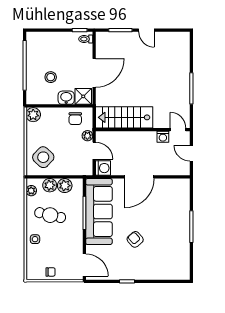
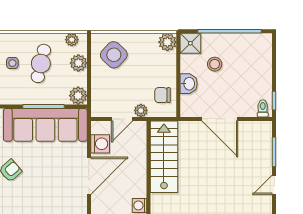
shower: (83, 96) -> (190, 43), moved
washing machine: (103, 168) -> (100, 144), moved, turned -90
door: (139, 177) -> (89, 176), swing flipped
plant: (65, 186) -> (78, 96), moved
side table: (35, 239) -> (12, 63), moved

